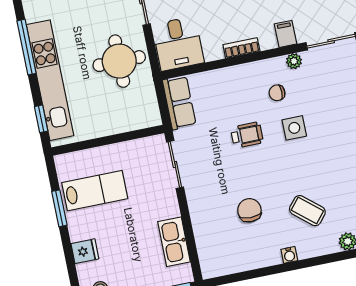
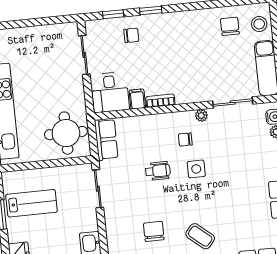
filing cabinet: (285, 34) -> (137, 99), moved
round table: (119, 61) -> (66, 133), moved

